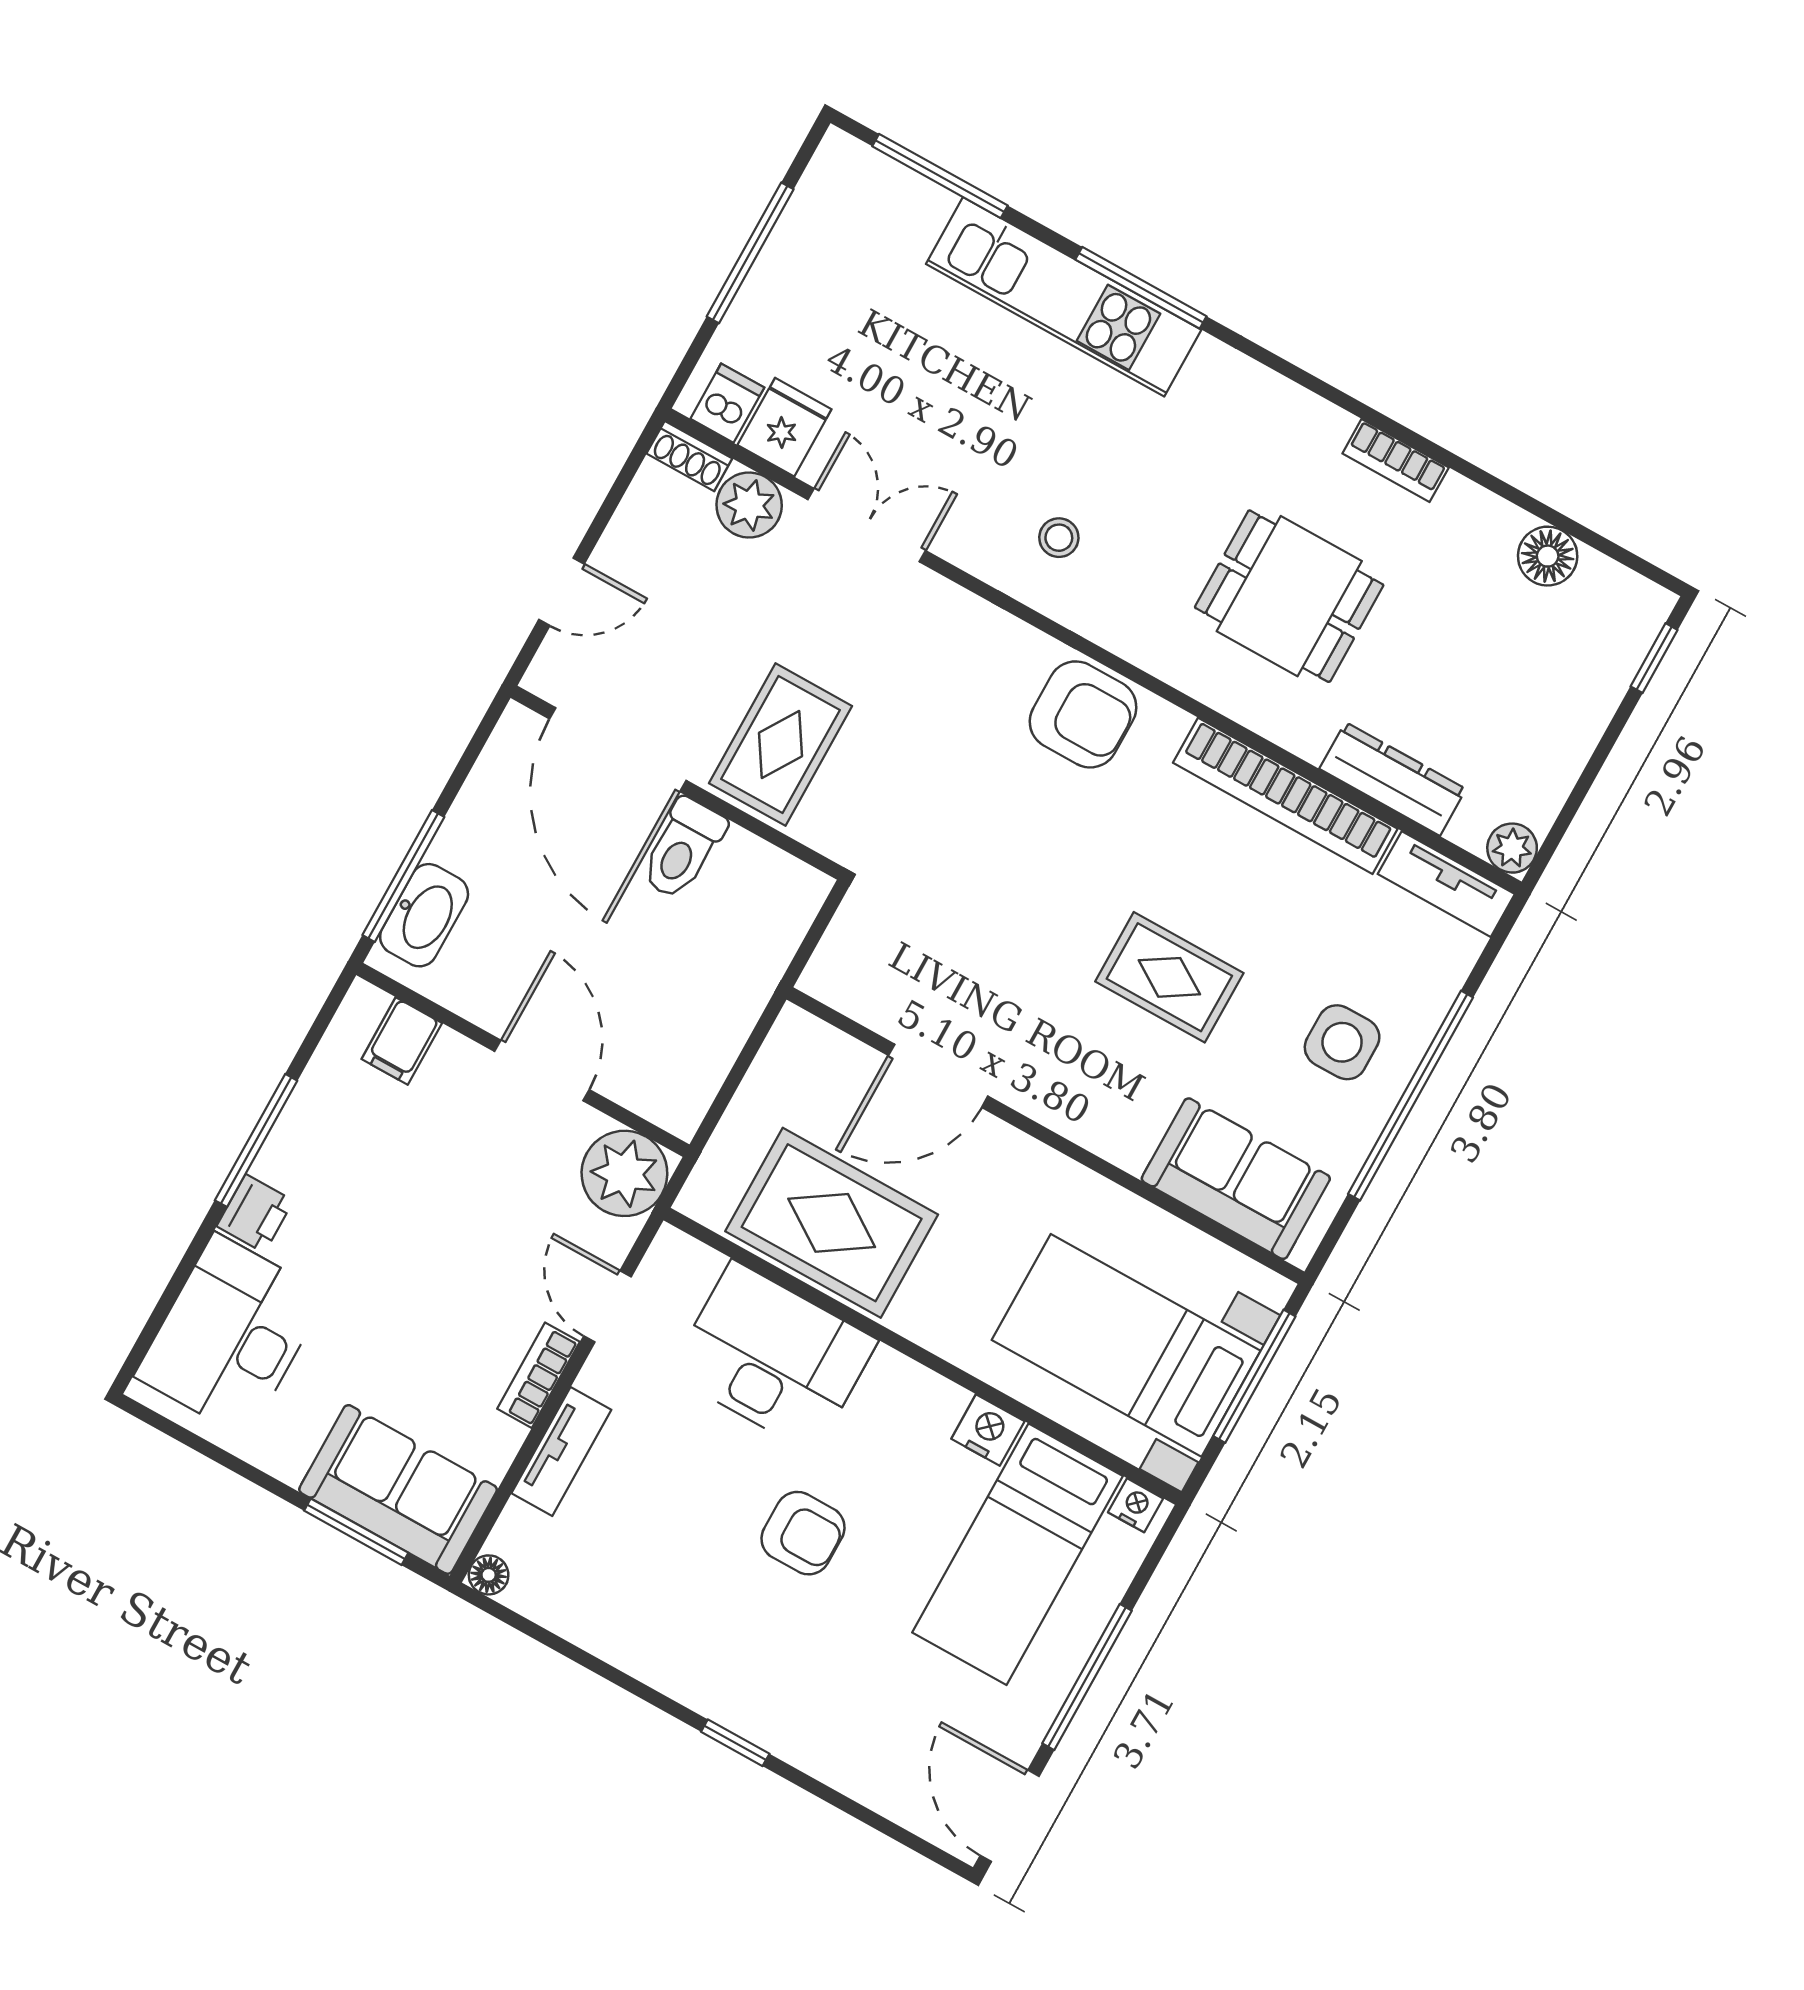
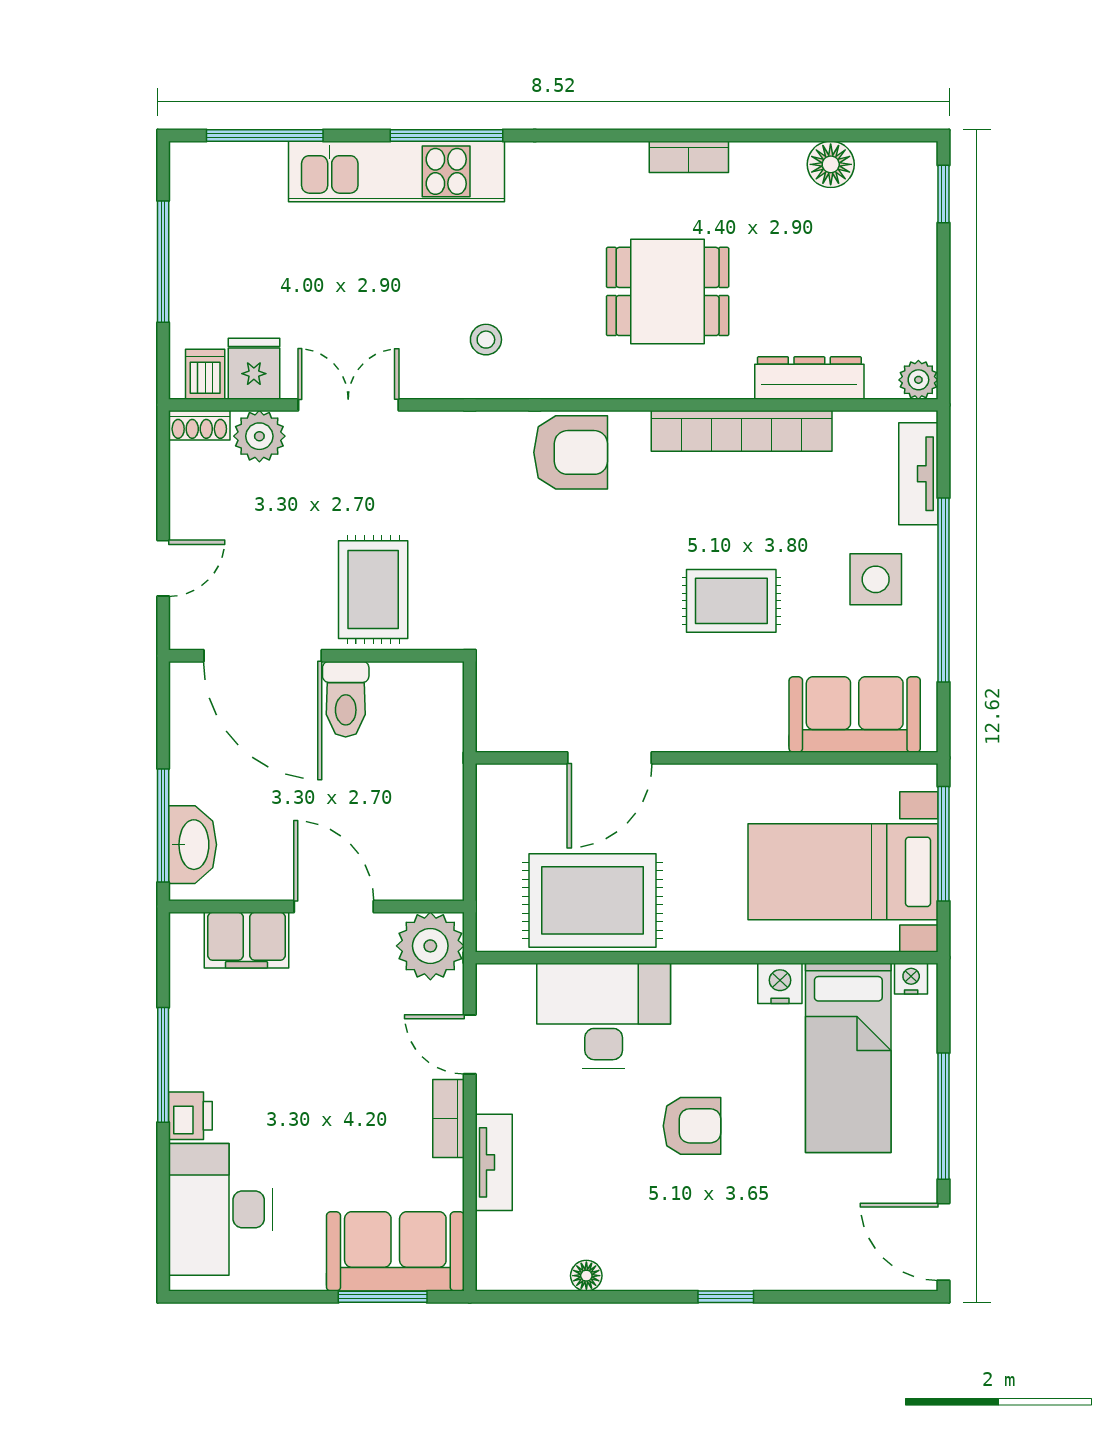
tv unit: (1446, 884) -> (918, 474), moved, turned 90
filing cabinet: (402, 1041) -> (246, 940), width x2.00
floor lamp: (489, 1575) -> (586, 1276), moved

